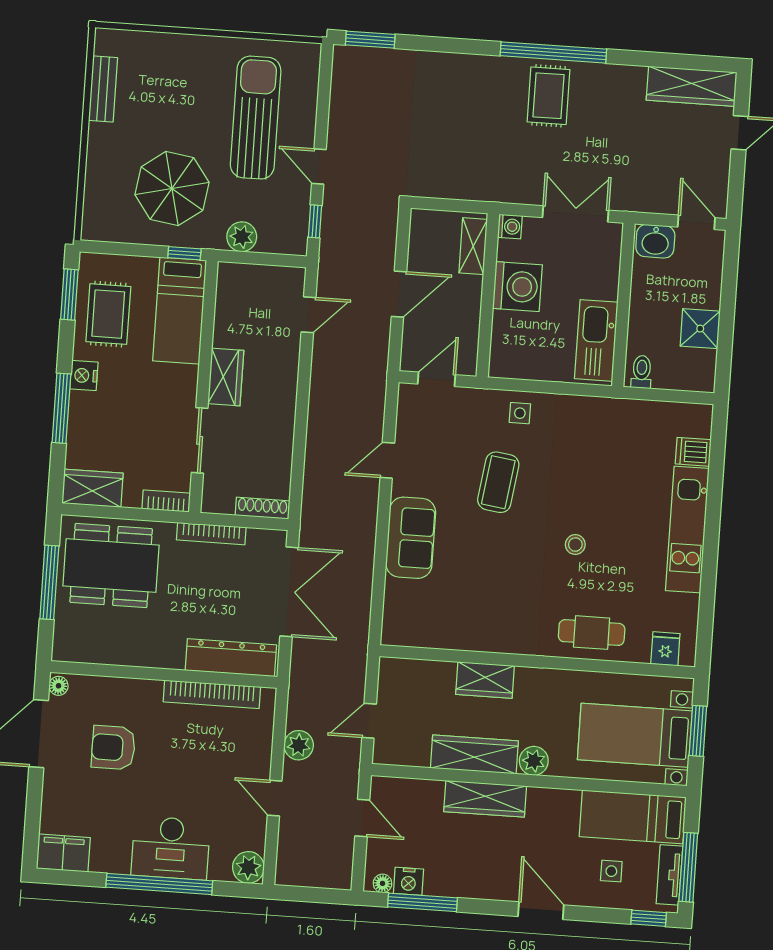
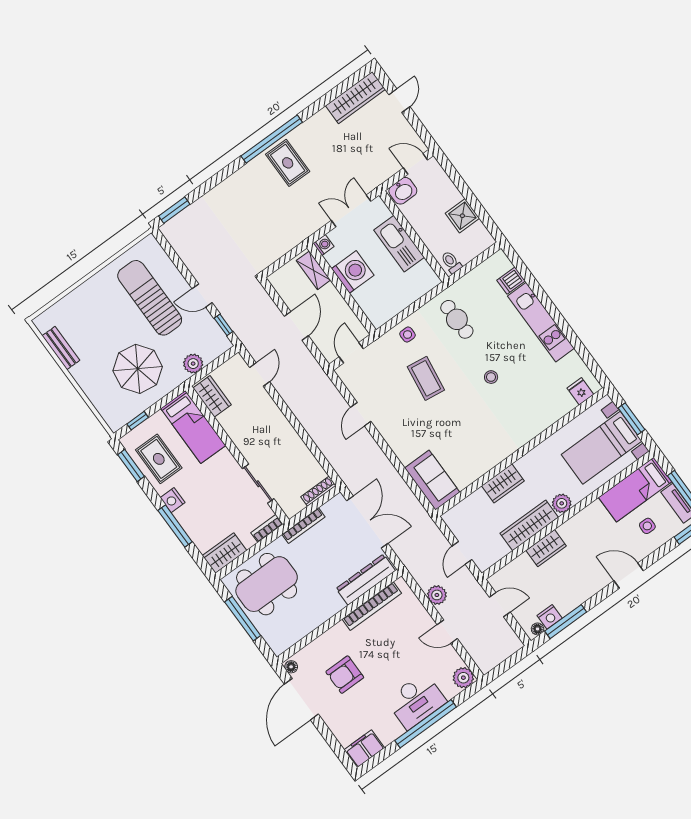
window: (184, 253) -> (138, 421), moved
kitchen sink: (596, 340) -> (399, 244), moved
wardrobe: (226, 377) -> (212, 396), moved
sofa: (411, 538) -> (432, 480), moved
cafe table: (592, 633) -> (457, 319), moved, turned 90
wardrobe: (485, 799) -> (546, 548), width x0.67

